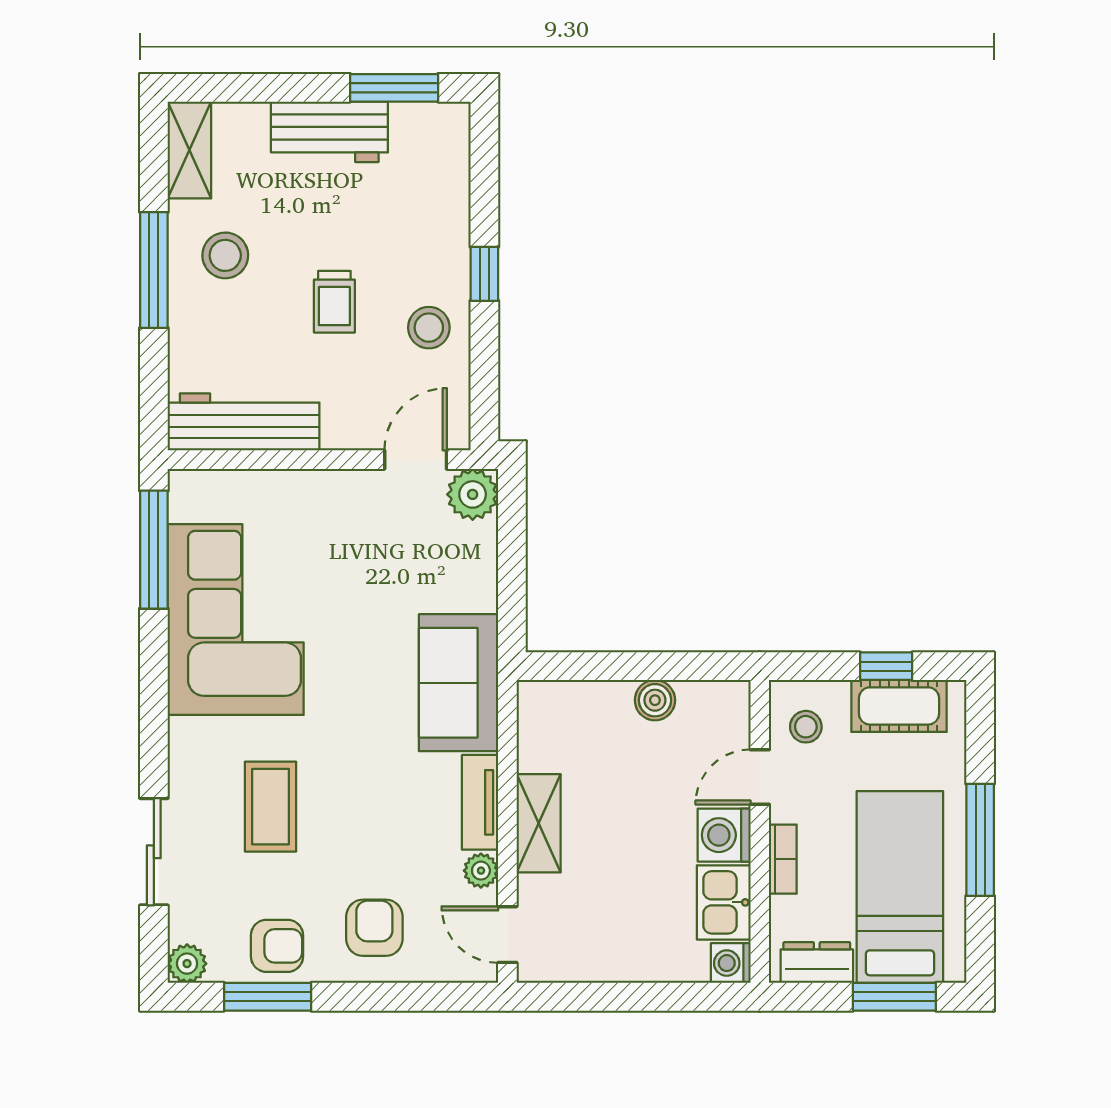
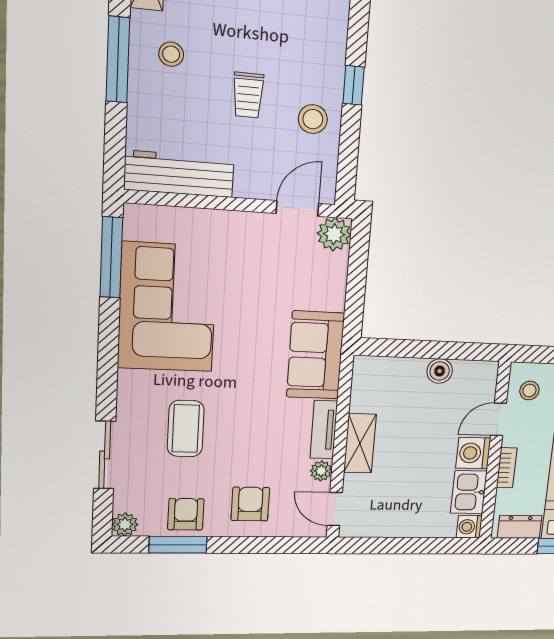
stool: (225, 255) -> (171, 54), width x0.73, depth x0.73
armchair: (277, 946) -> (186, 514), turned -90

